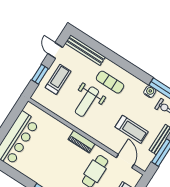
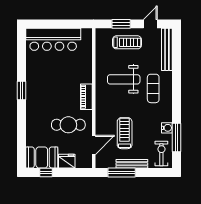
treadmill: (132, 129) -> (125, 133), turned 180

